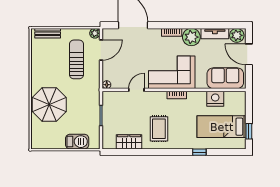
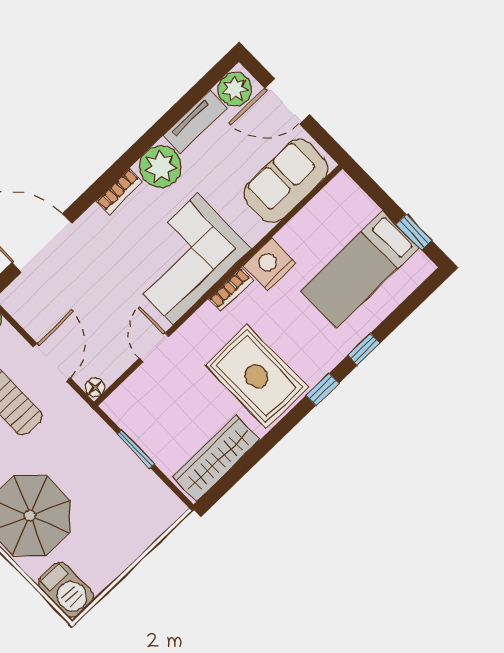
door: (101, 50) -> (52, 362), moved
nightstand: (215, 99) -> (270, 264), moved
rug: (159, 129) -> (257, 376), width x1.36, depth x1.43
barbecue: (77, 142) -> (66, 590), moved, turned 90
wardrobe: (129, 142) -> (216, 458), width x1.50
window: (175, 152) -> (323, 389), added

